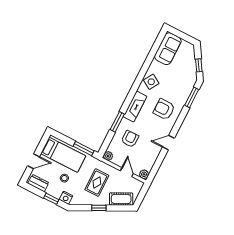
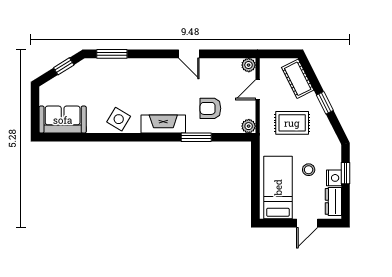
armchair: (164, 109) -> (147, 83), removed
window: (84, 148) -> (255, 164), removed
door: (34, 161) -> (307, 223), swing flipped
nightstand: (66, 198) -> (334, 178), moved

